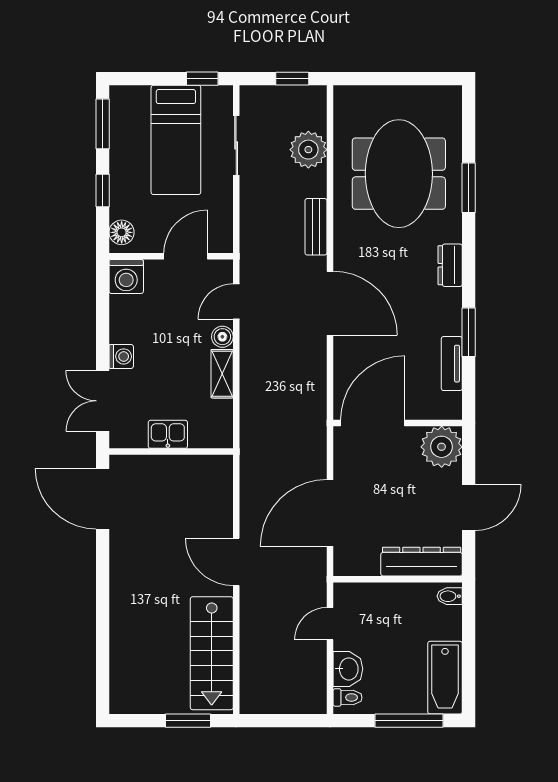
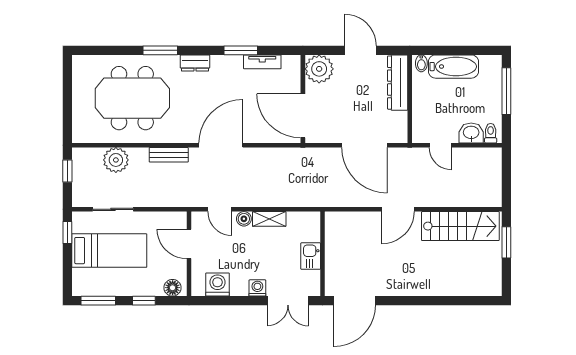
window: (469, 188) -> (160, 50), moved
washing machine: (126, 277) -> (217, 285), moved, turned -90
bathtub: (445, 678) -> (453, 67), moved

